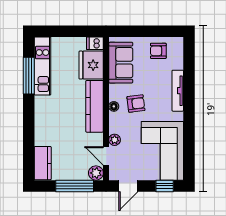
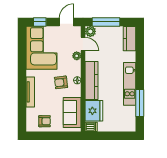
kitchen unit: (43, 66) -> (130, 84), moved

